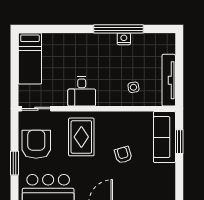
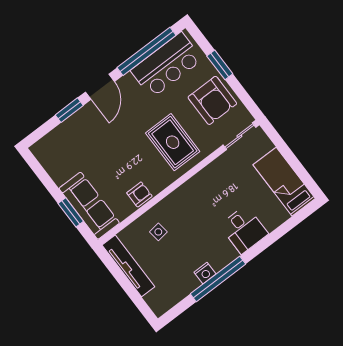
desk: (82, 91) -> (244, 230), moved, turned 180
armchair: (123, 155) -> (139, 194), moved, turned -74

